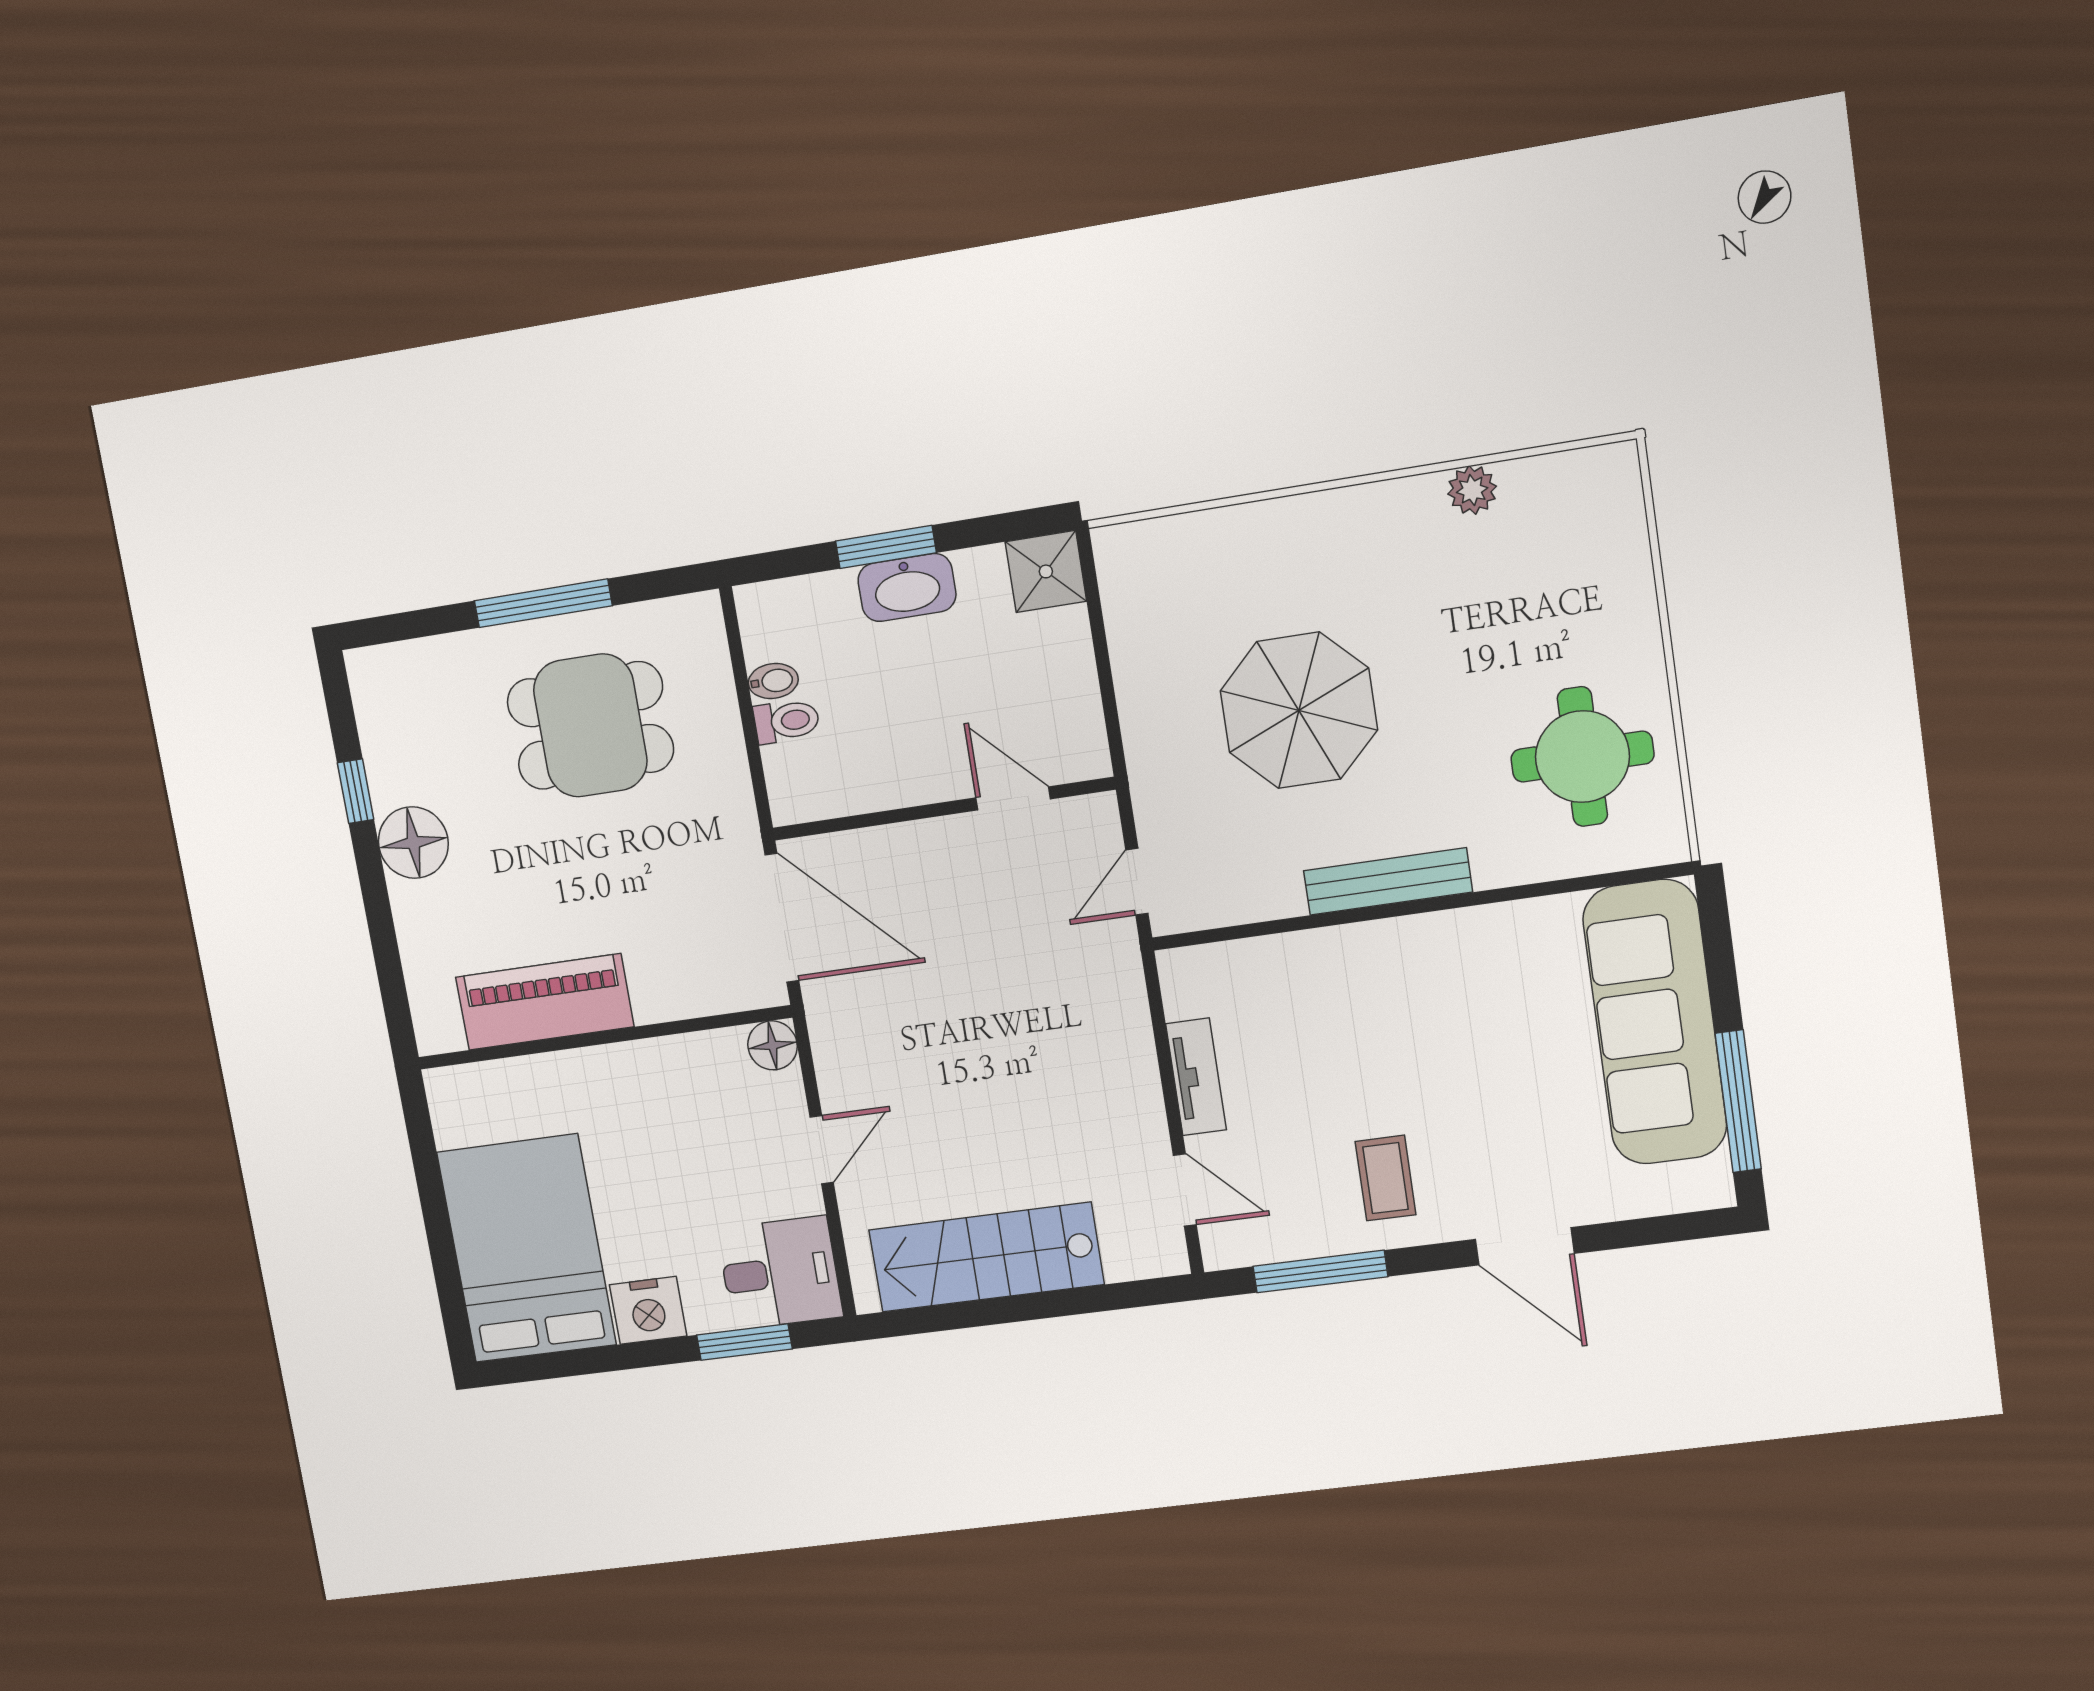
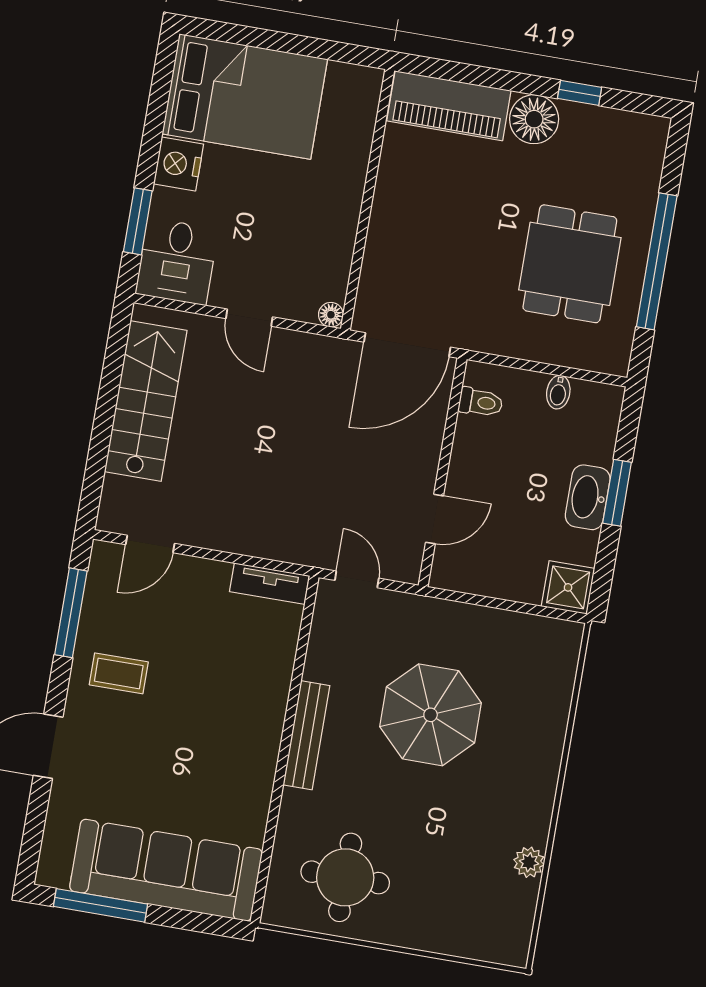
window: (543, 603) -> (657, 261), width x1.46
toilet: (787, 721) -> (481, 402), moved, turned -90
piano: (545, 1002) -> (449, 106), moved, turned 90
floor lamp: (772, 1045) -> (331, 315), width x0.73, depth x0.73
tv unit: (1196, 1077) -> (270, 584), moved

